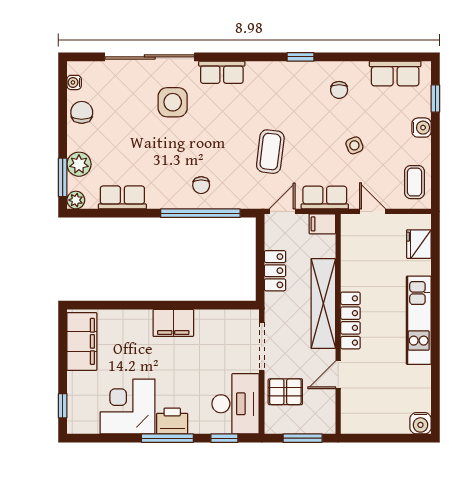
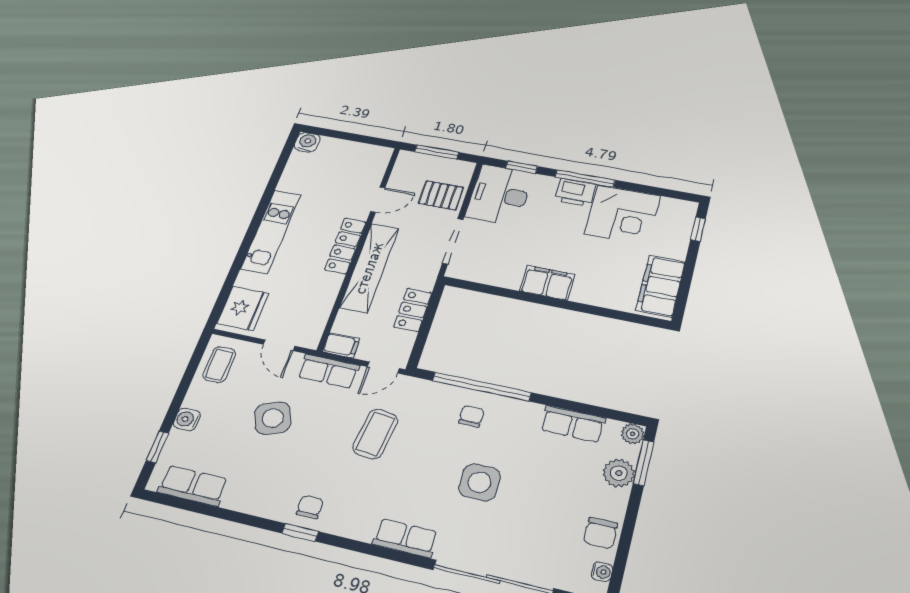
chair: (339, 90) -> (310, 507), moved
side table: (173, 102) -> (480, 482), moved
side table: (354, 145) -> (273, 418), width x1.87, depth x1.87
fridge: (419, 244) -> (243, 308), width x1.36, depth x1.34

